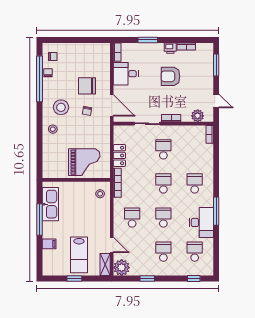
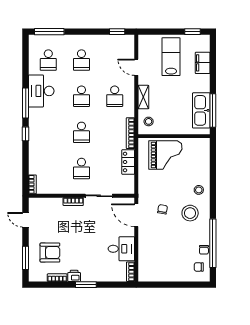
window: (148, 40) -> (86, 285), moved
armchair: (171, 76) -> (50, 253), moved
chair: (87, 86) -> (162, 236), removed
plant: (198, 116) -> (45, 204), removed
grand piano: (84, 162) -> (165, 155), turned 180
window: (216, 182) -> (26, 134), added
school desk: (195, 183) -> (48, 132), removed
window: (40, 220) -> (213, 110), moved
filing cabinet: (49, 244) -> (203, 63), width x2.00
shelving: (105, 264) -> (143, 97), moved
plant: (122, 268) -> (126, 43), removed
window: (74, 278) -> (193, 32), moved
window: (147, 278) -> (117, 32), moved
window: (194, 278) -> (49, 32), width x2.17

